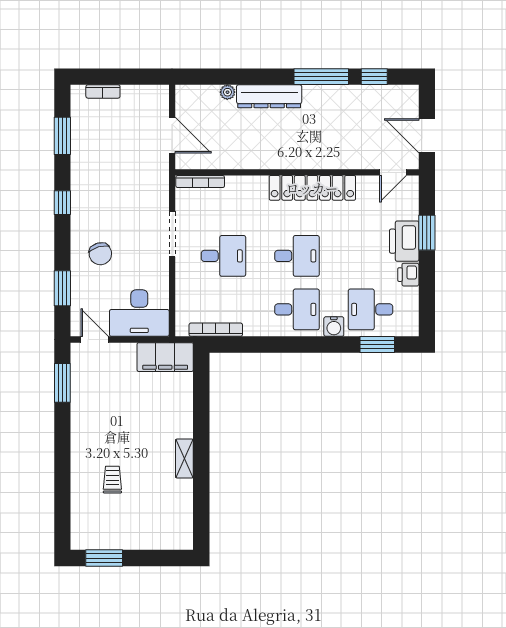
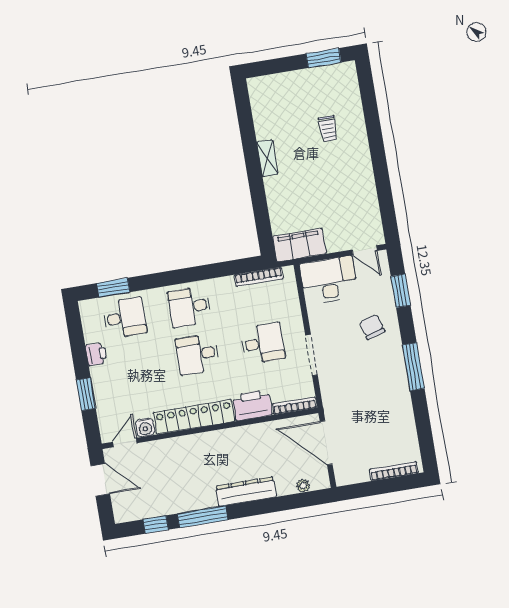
bookcase: (103, 91) -> (394, 471), width x1.56
plant: (227, 92) -> (303, 486), moved
door: (172, 135) -> (326, 443), width x1.36
window: (62, 136) -> (423, 426), removed
window: (62, 203) -> (413, 367), width x2.17
printer: (404, 241) -> (252, 405), moved, turned -90
desk: (223, 256) -> (263, 343), turned 180
water cooler: (334, 327) -> (145, 427), moved, turned 180
window: (62, 383) -> (387, 207), removed

